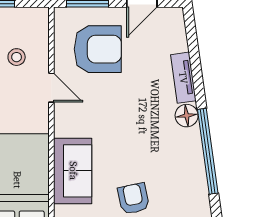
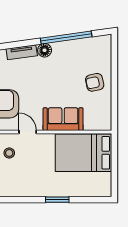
door: (51, 88) -> (28, 132), hinge flipped
sofa: (73, 171) -> (63, 119), moved

